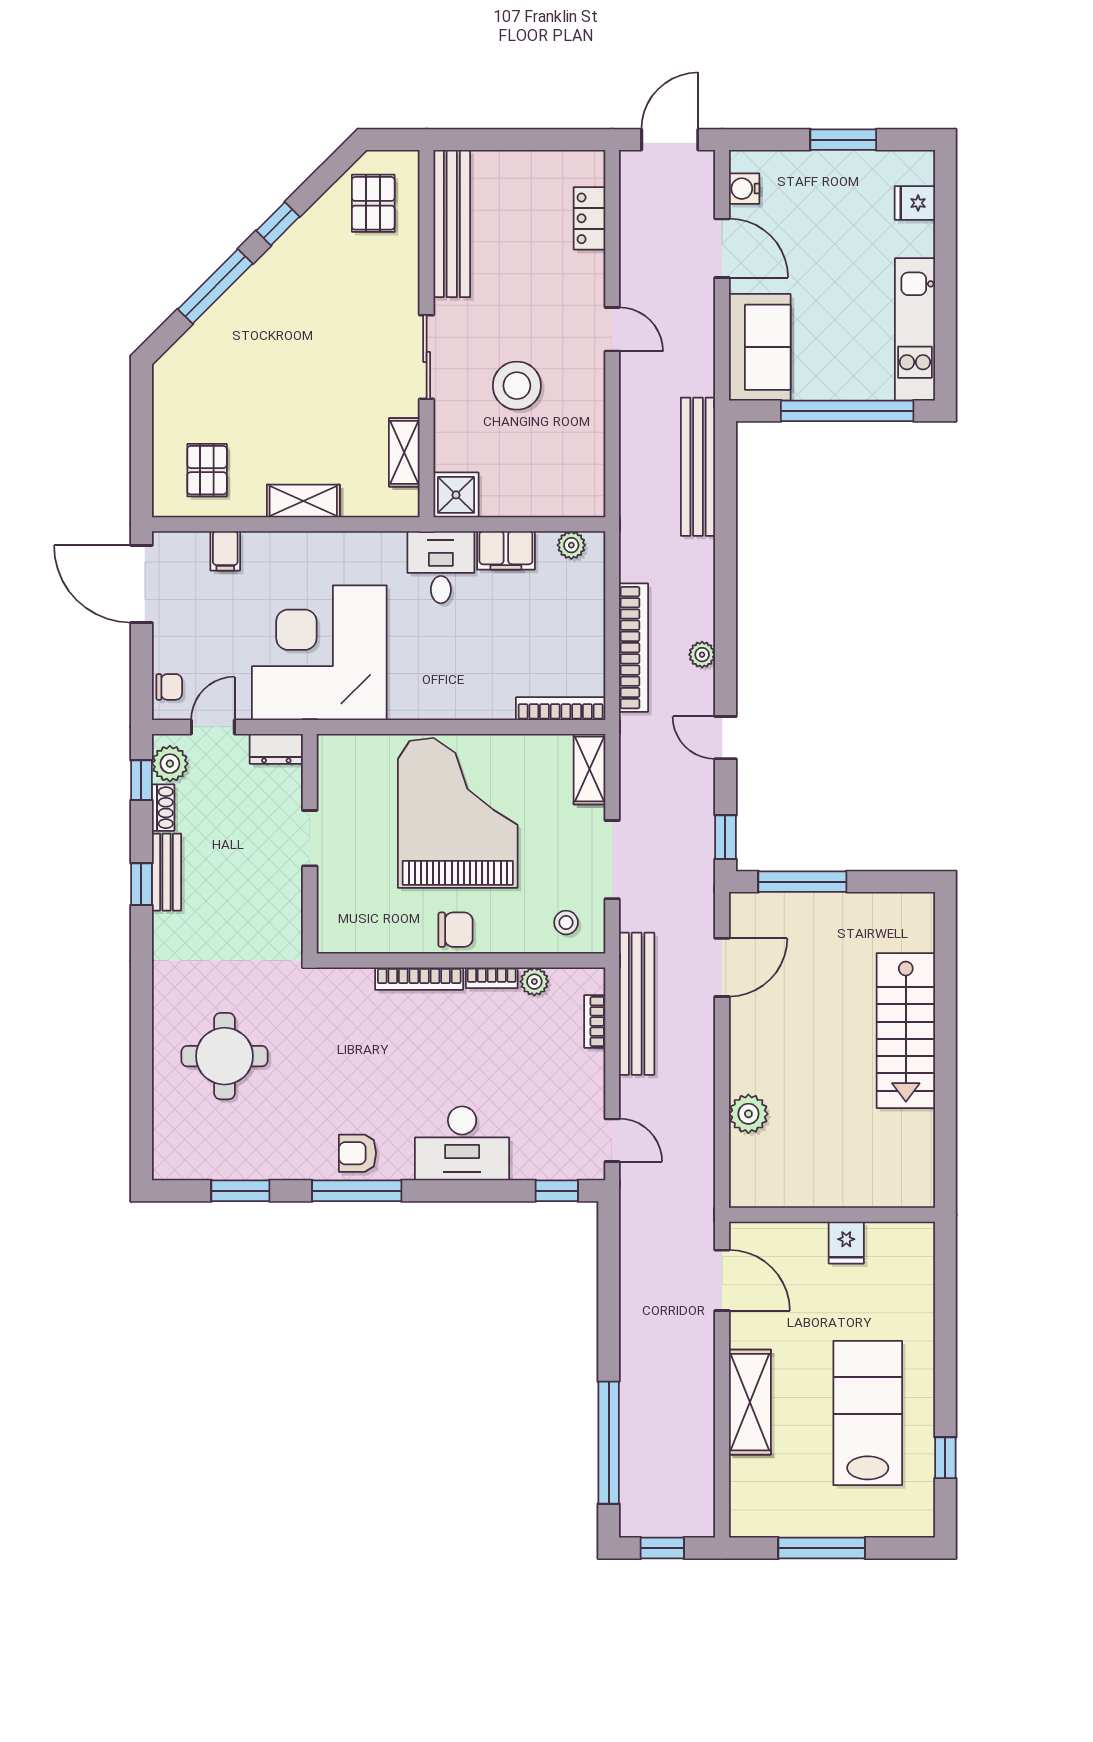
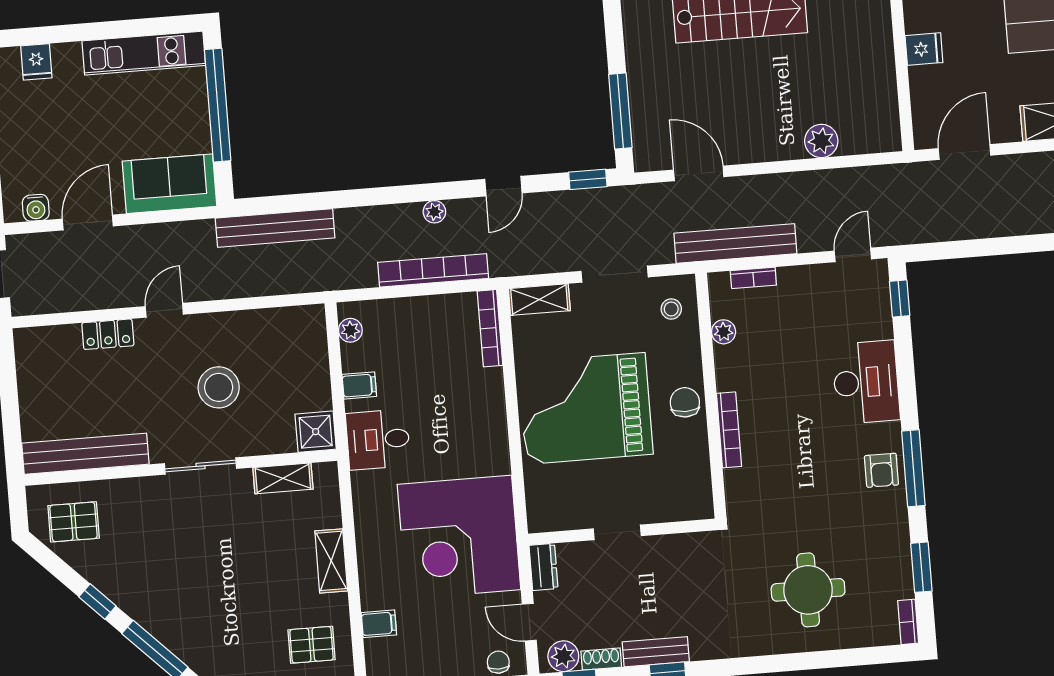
locker: (589, 218) -> (108, 334), moved
filing cabinet: (506, 550) -> (359, 385), width x0.50
bookcase: (492, 978) -> (908, 622), moved, turned 180

